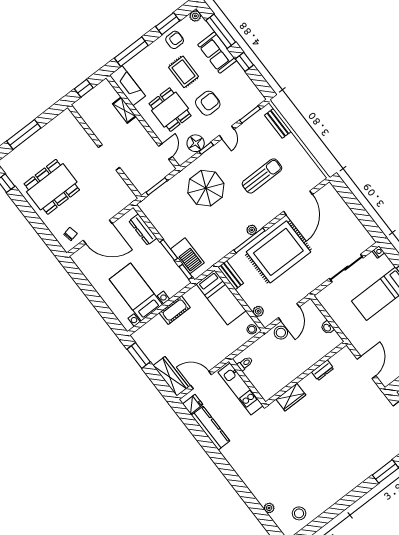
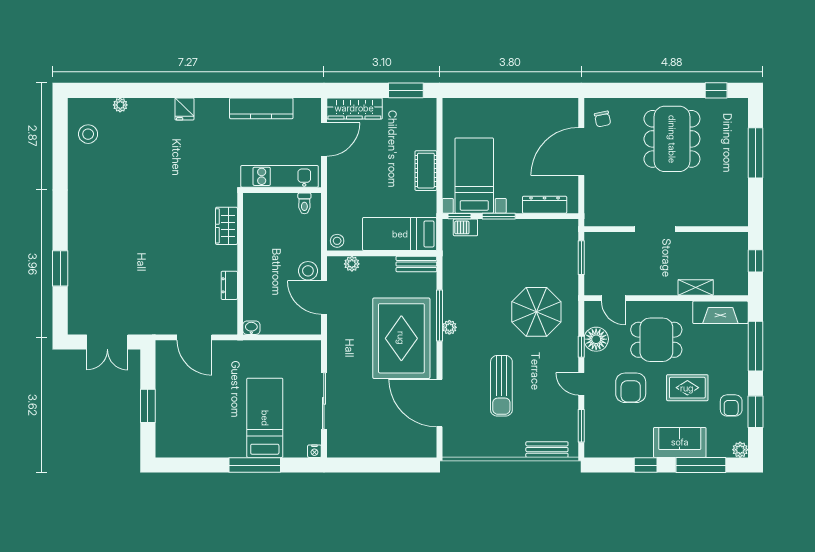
barbecue: (187, 256) -> (465, 227), width x0.53, depth x0.65
bed with nightstands: (136, 292) -> (474, 176), moved, turned -90
washbasin: (327, 328) -> (251, 328), moved
fridge: (193, 404) -> (184, 109), moved

